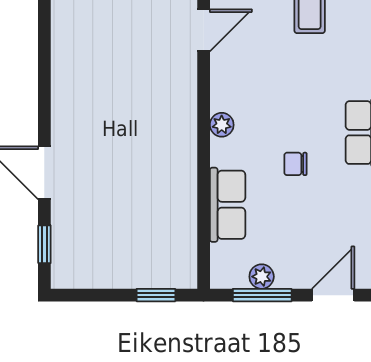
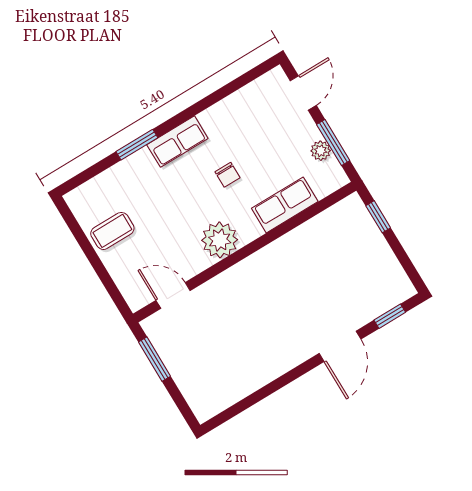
plant: (222, 125) -> (220, 240), width x1.87, depth x1.87
door: (333, 295) -> (303, 93), swing flipped

